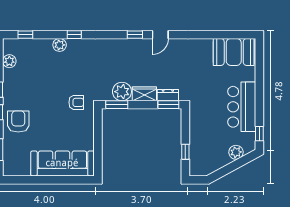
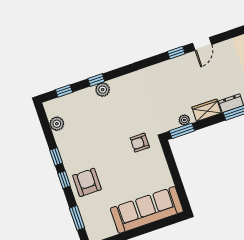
window: (74, 35) -> (96, 80), moved
plant: (122, 92) -> (184, 120), width x0.53, depth x0.53
armchair: (76, 102) -> (140, 143), turned 180

